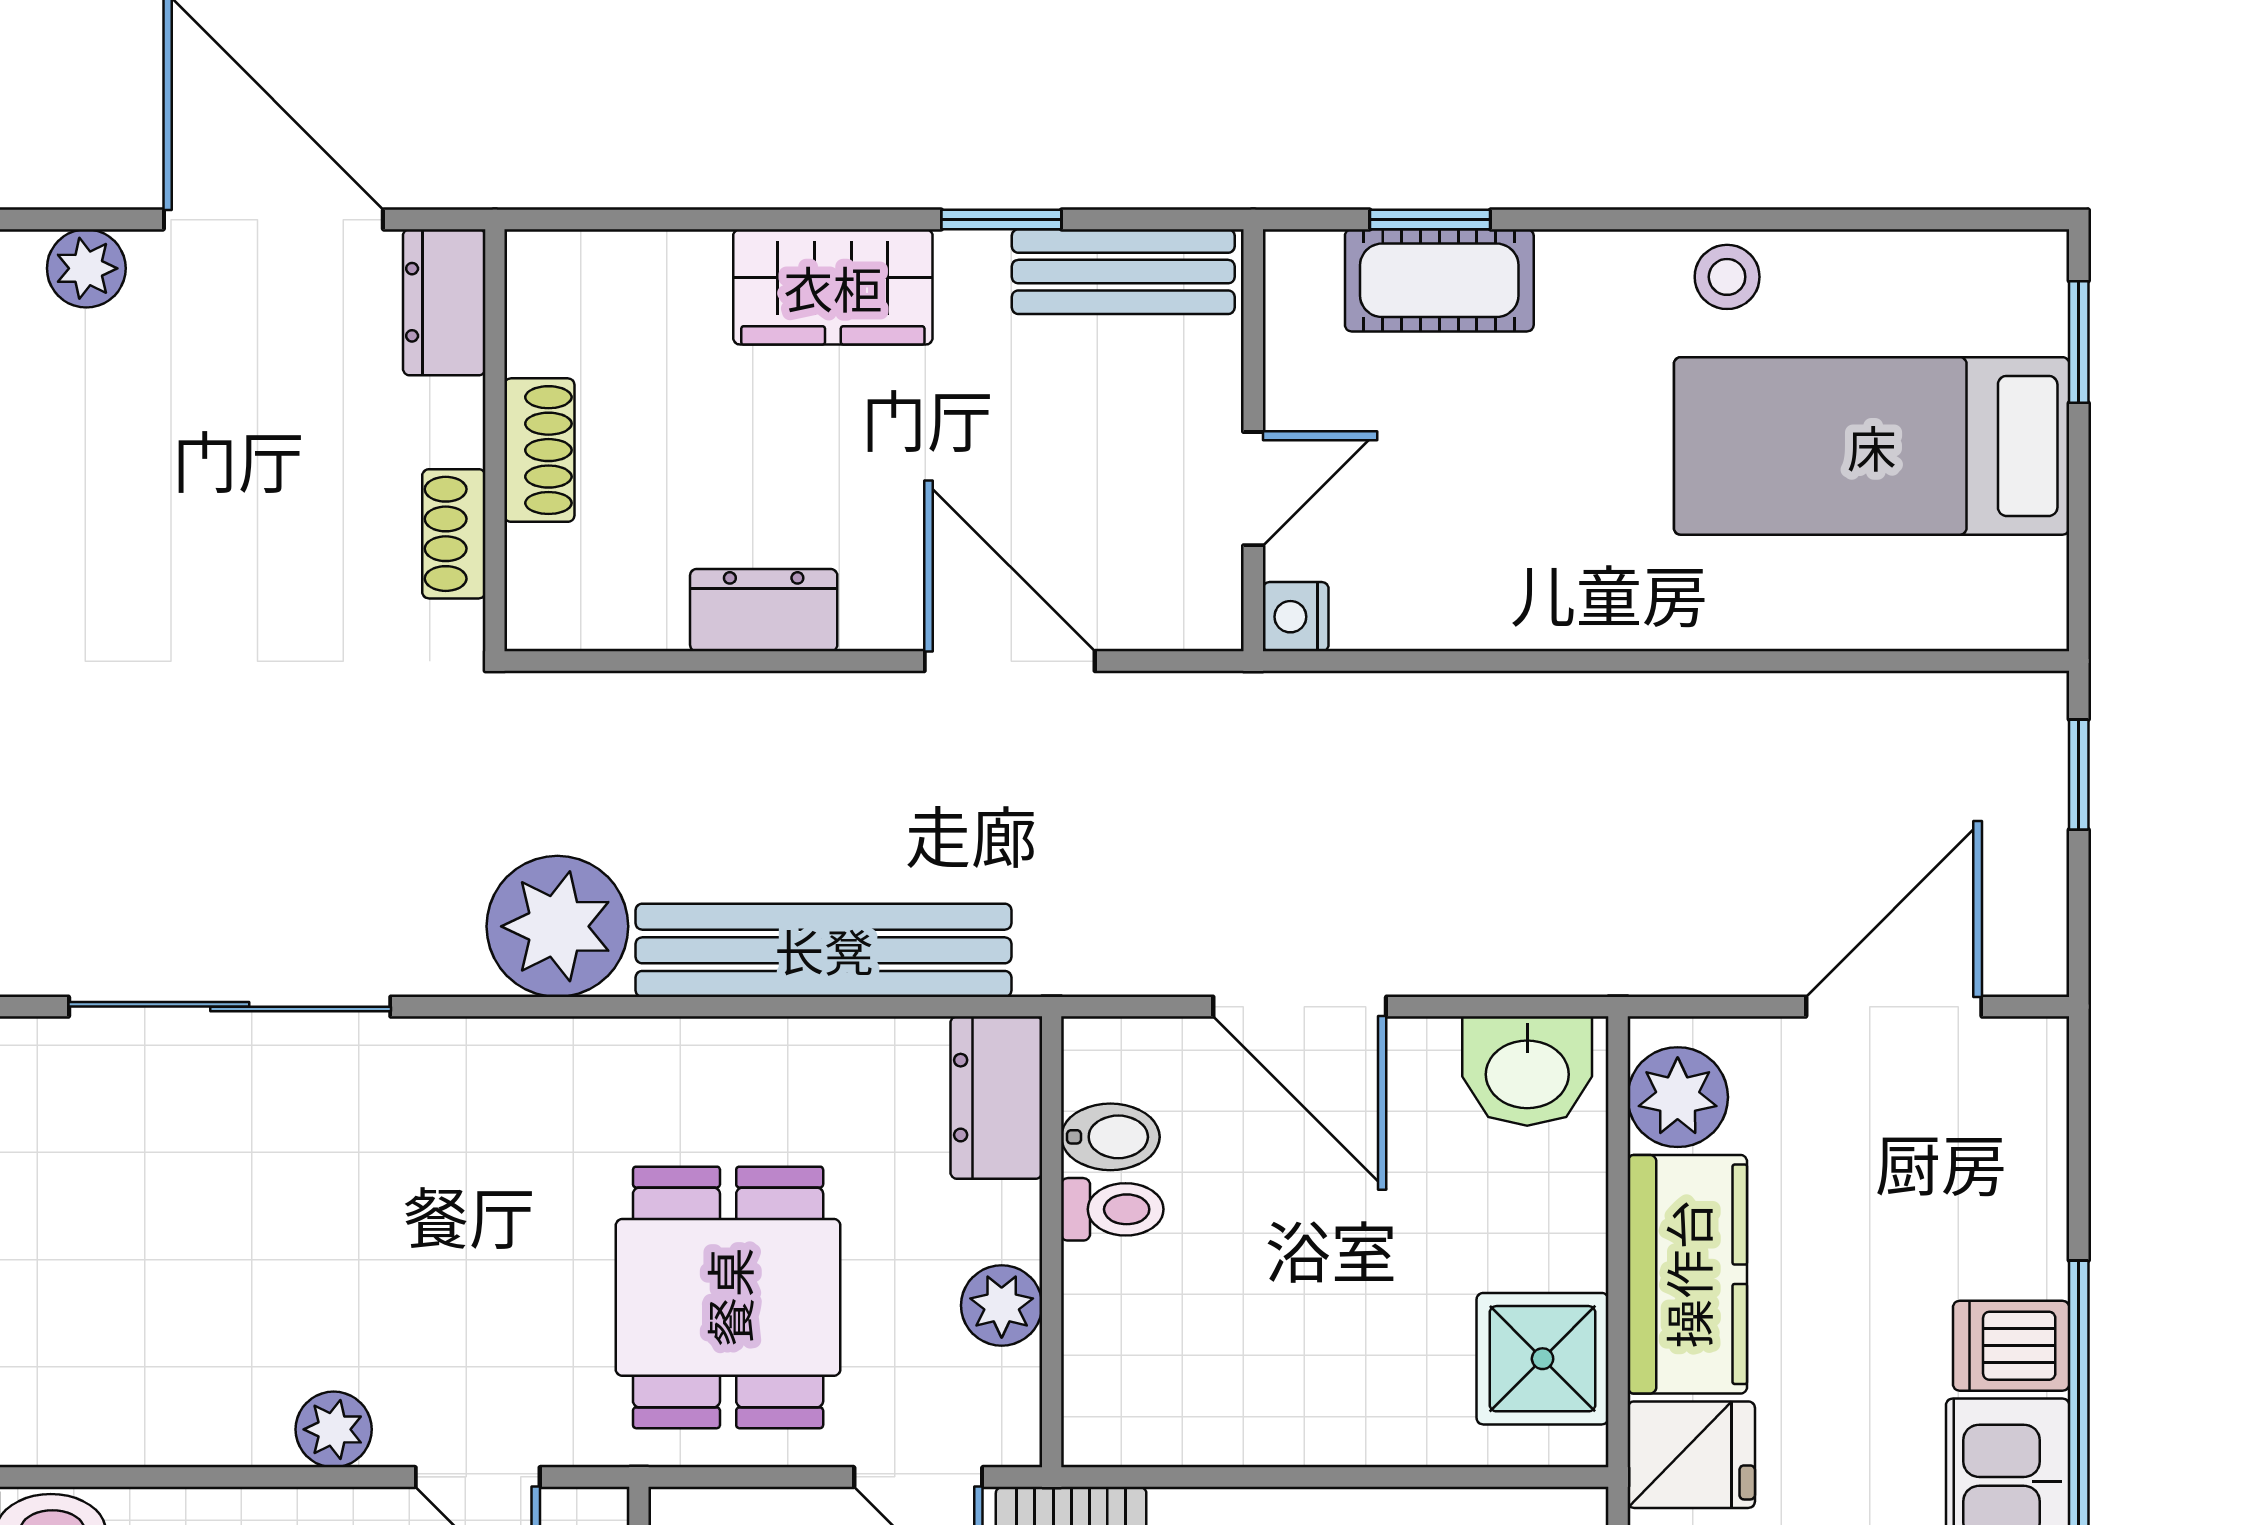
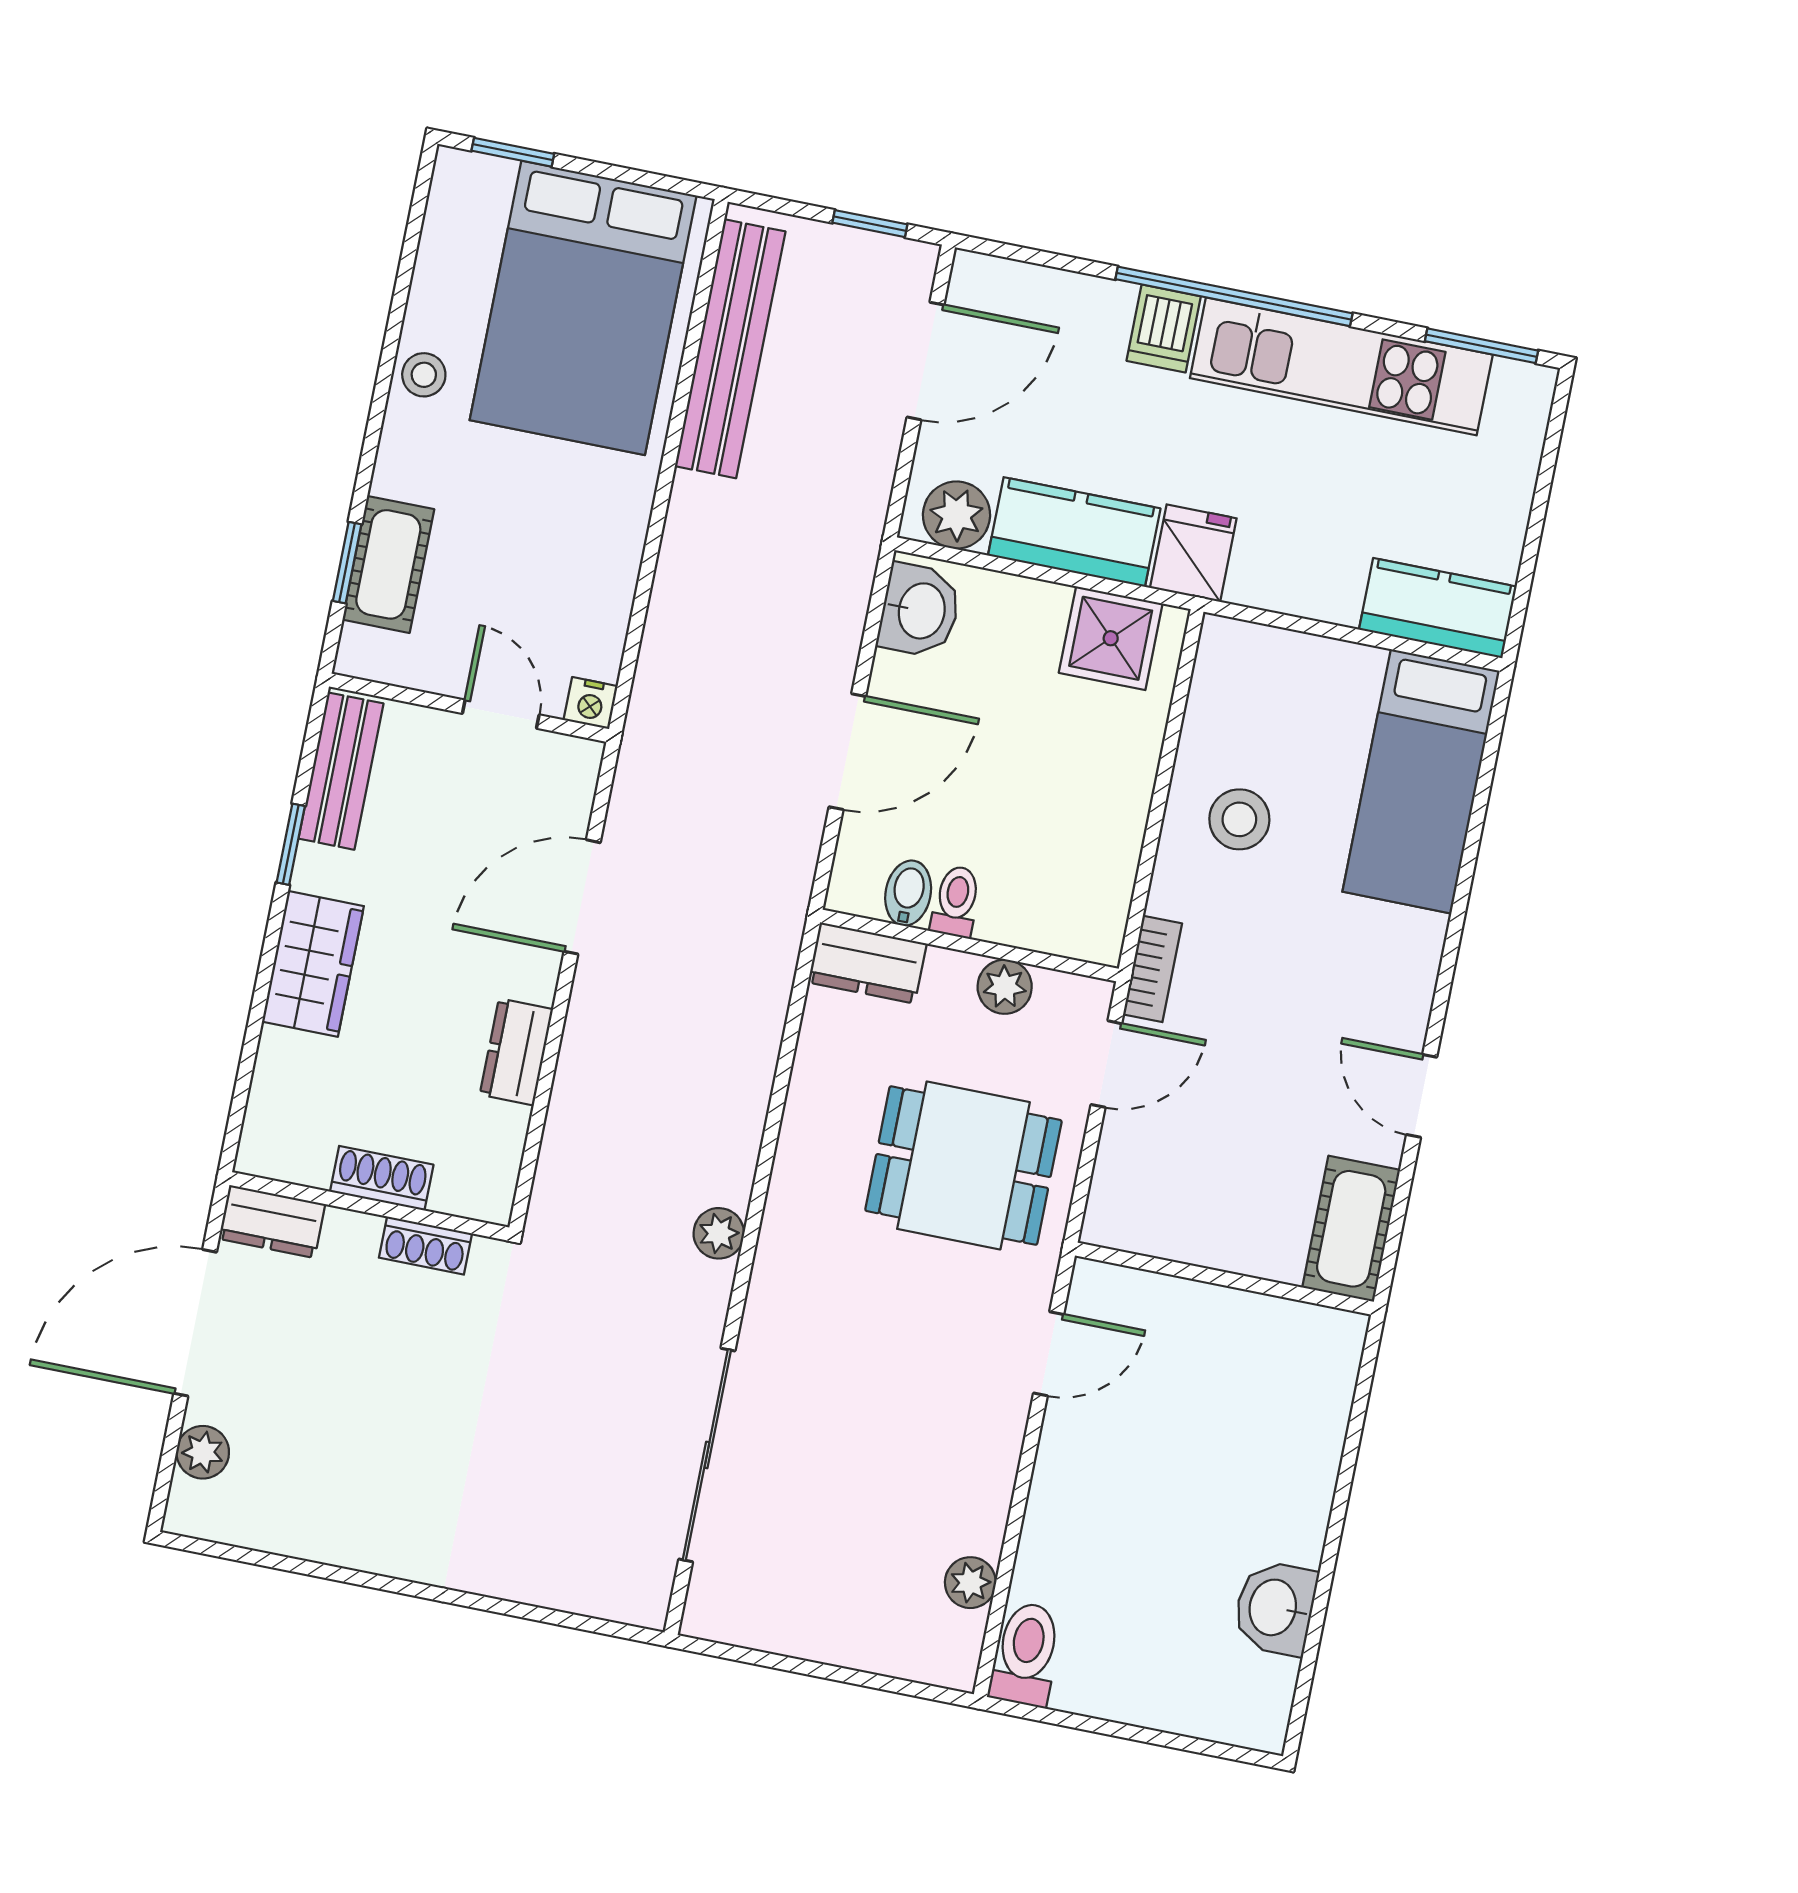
bed: (1872, 446) -> (583, 308), width x1.50
window: (2079, 775) -> (870, 224), moved
plant: (557, 926) -> (719, 1233), width x0.53, depth x0.53
bench: (824, 950) -> (730, 349), moved
door: (1894, 1007) -> (925, 361), swing flipped
plant: (334, 1429) -> (970, 1583), moved

